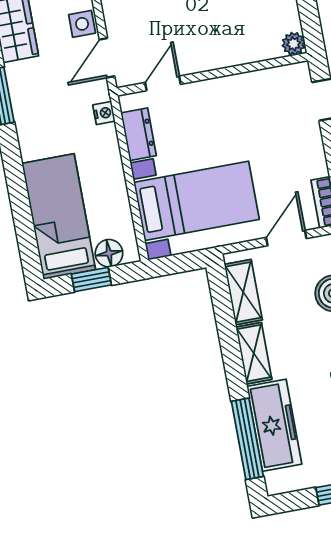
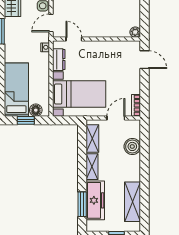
door: (163, 83) -> (74, 39), hinge flipped
window: (247, 439) -> (82, 204), width x0.69

